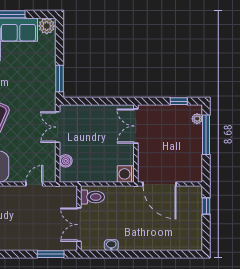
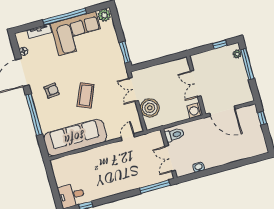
double door: (136, 126) -> (196, 84), moved
boiler: (66, 161) -> (150, 108), width x1.86, depth x1.86
window: (51, 254) -> (155, 187), width x1.44

